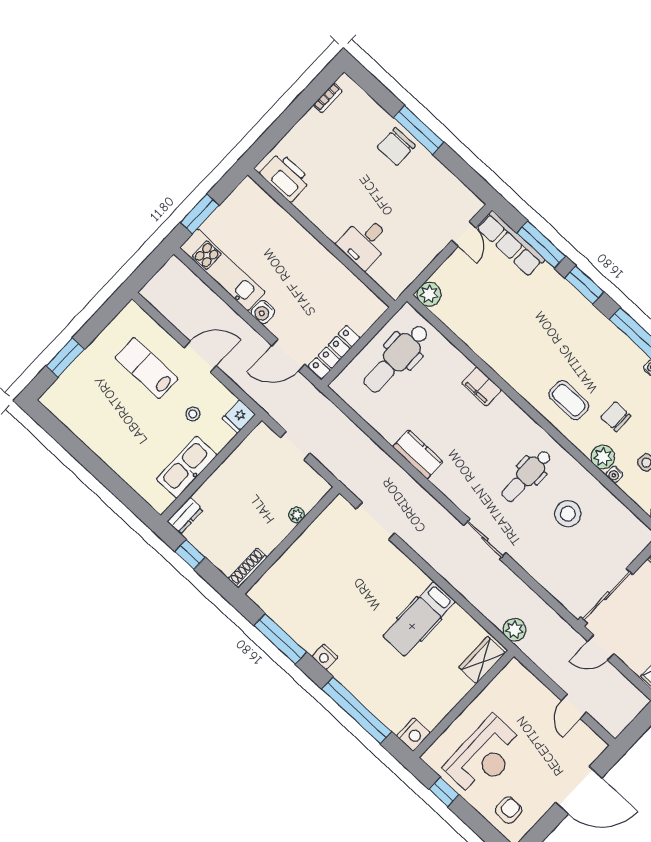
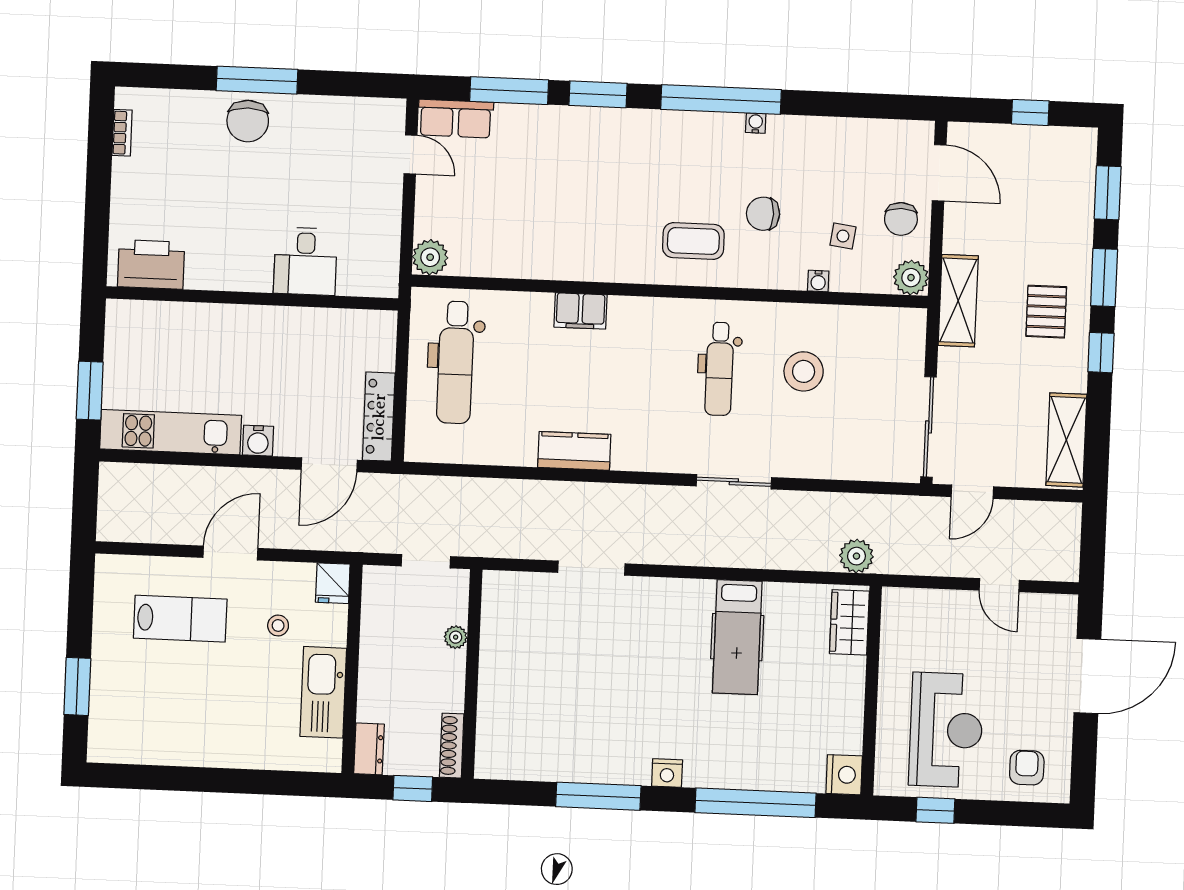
row of seats: (511, 244) -> (456, 119), width x0.68
lab bench: (146, 368) -> (180, 619), turned 180
plant: (603, 457) -> (788, 272), removed
plant: (297, 515) -> (456, 637), moved
wall: (289, 540) -> (472, 674), moved
shoe rack: (248, 568) -> (452, 746), moved

